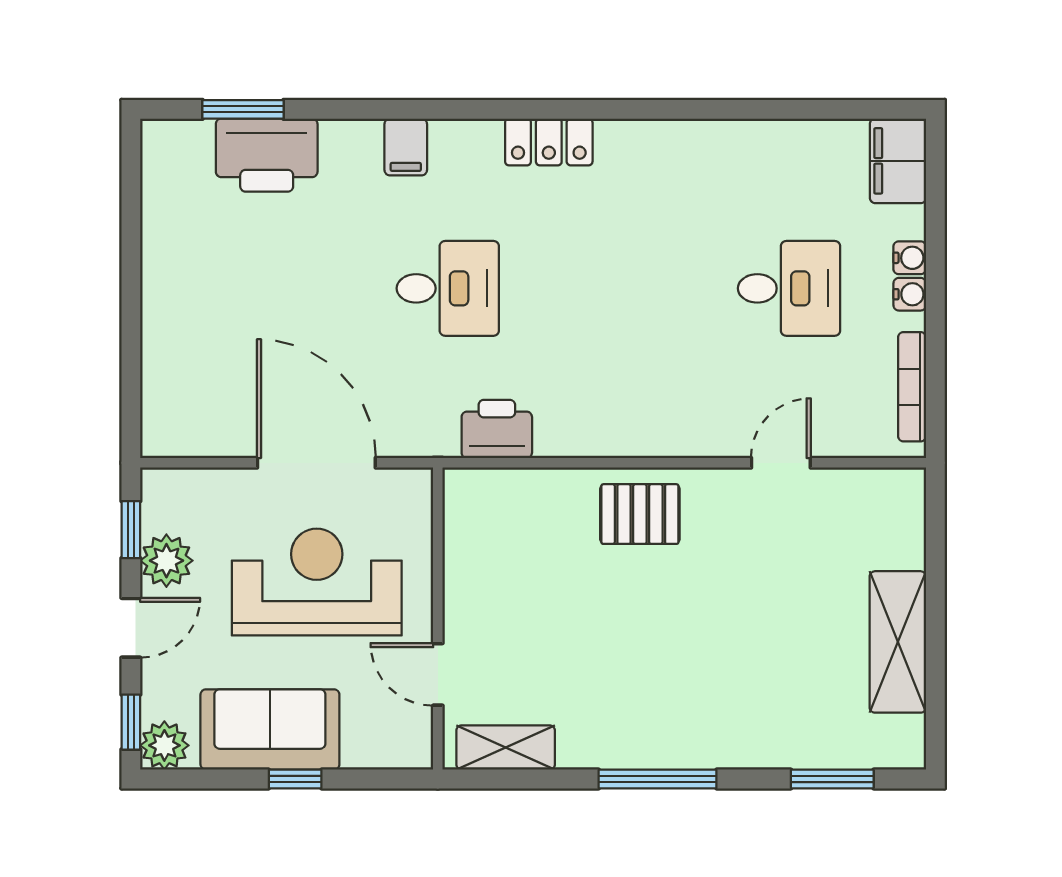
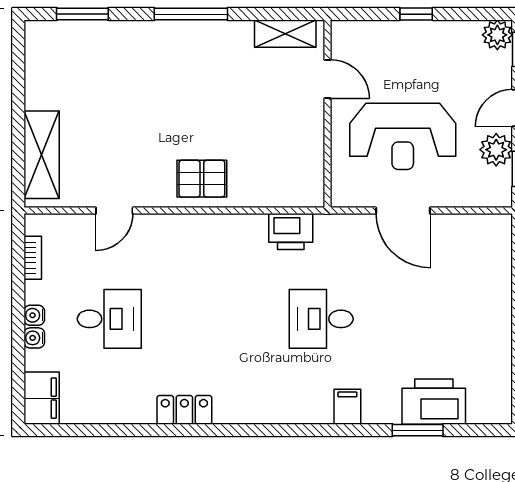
window: (243, 109) -> (418, 430), moved
locker: (549, 142) -> (184, 410), moved
desk: (789, 288) -> (109, 319), turned 180
bookcase: (912, 387) -> (33, 258), width x0.64
door: (316, 463) -> (403, 211), width x0.73
shelving: (898, 642) -> (42, 155), moved
sofa: (270, 730) -> (432, 45), removed

